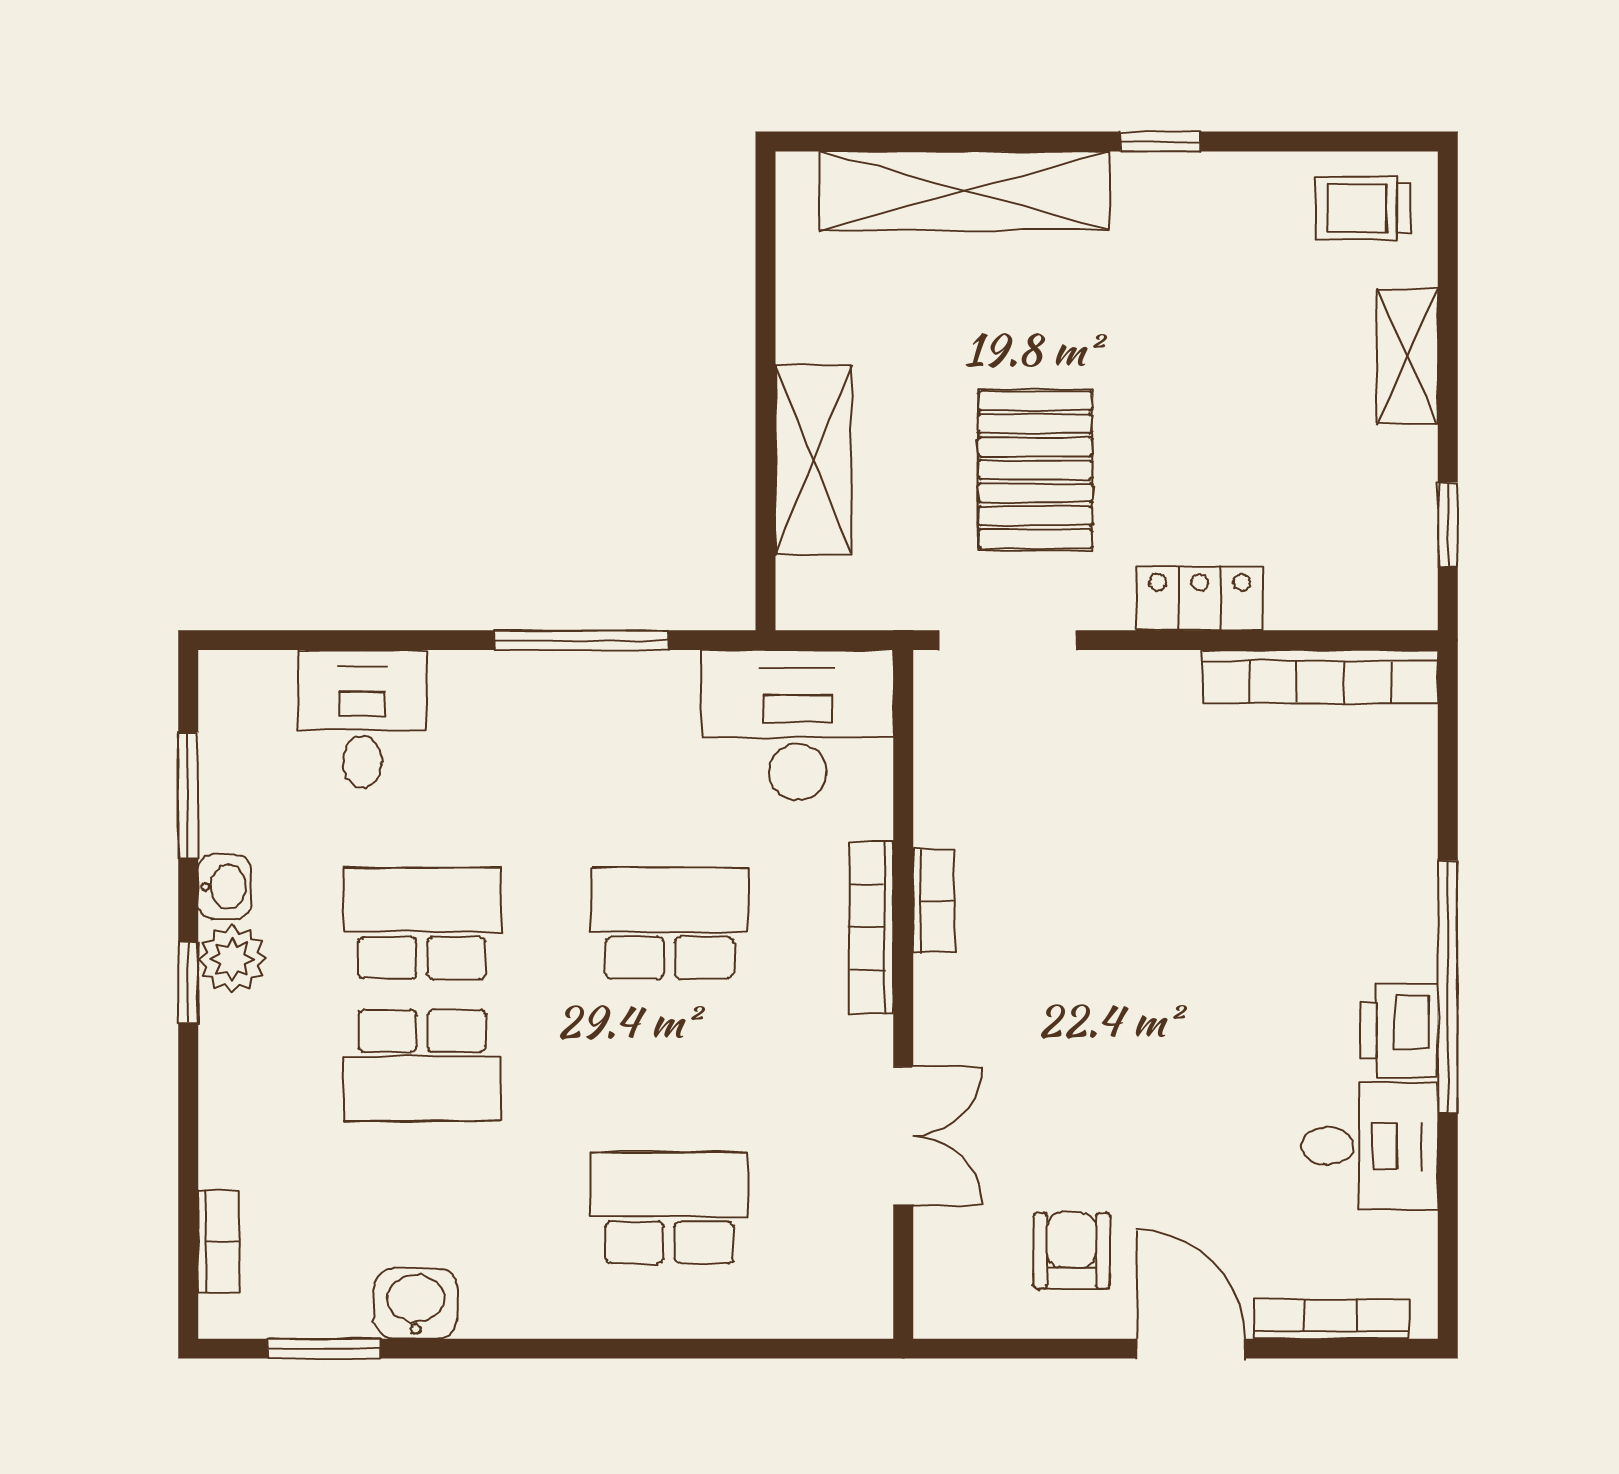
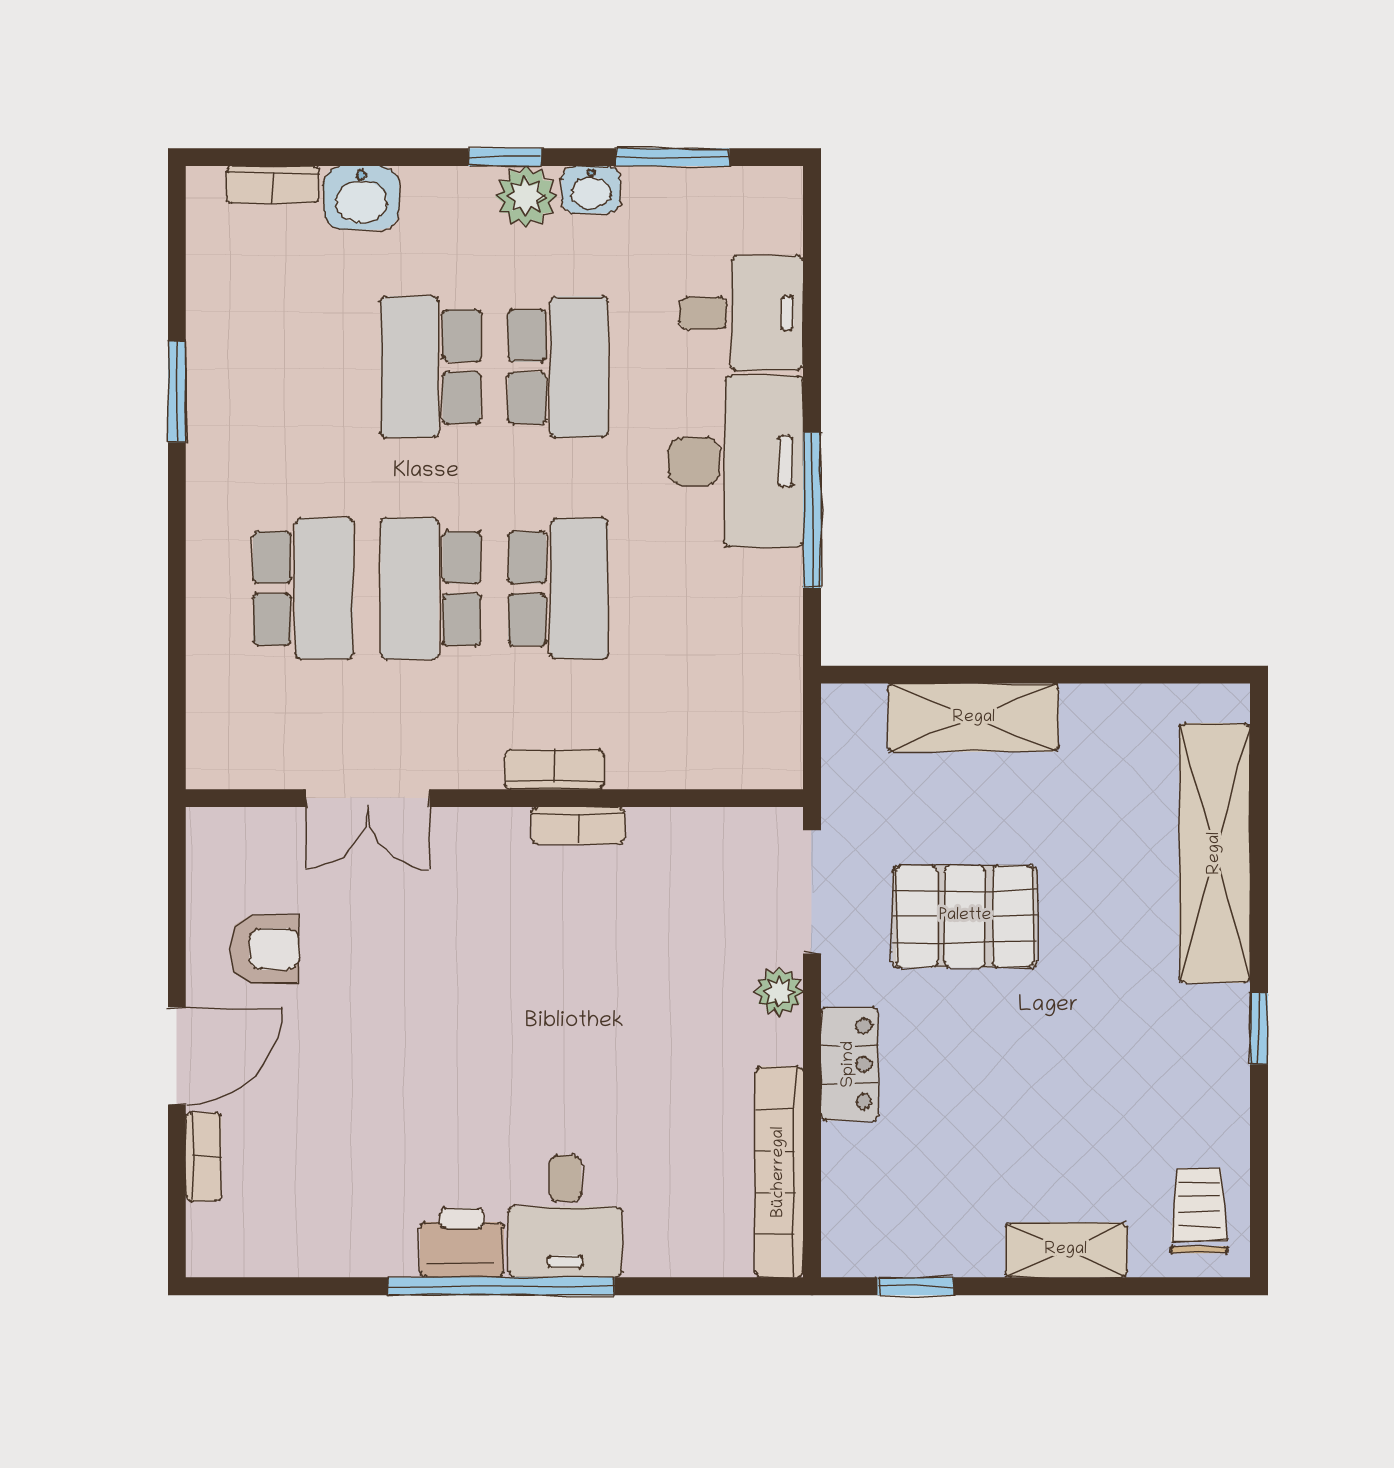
plant: (1119, 677) -> (779, 992), added
desk: (798, 725) -> (736, 461), moved
bookcase: (871, 927) -> (555, 770), width x0.64
school desk: (669, 1066) -> (431, 588), added
desk: (1370, 1146) -> (565, 1216), moved
washbasin: (416, 1303) -> (361, 198), moved, turned 90
bookcase: (1331, 1319) -> (203, 1157), width x0.64
window: (324, 1349) -> (177, 392), moved

